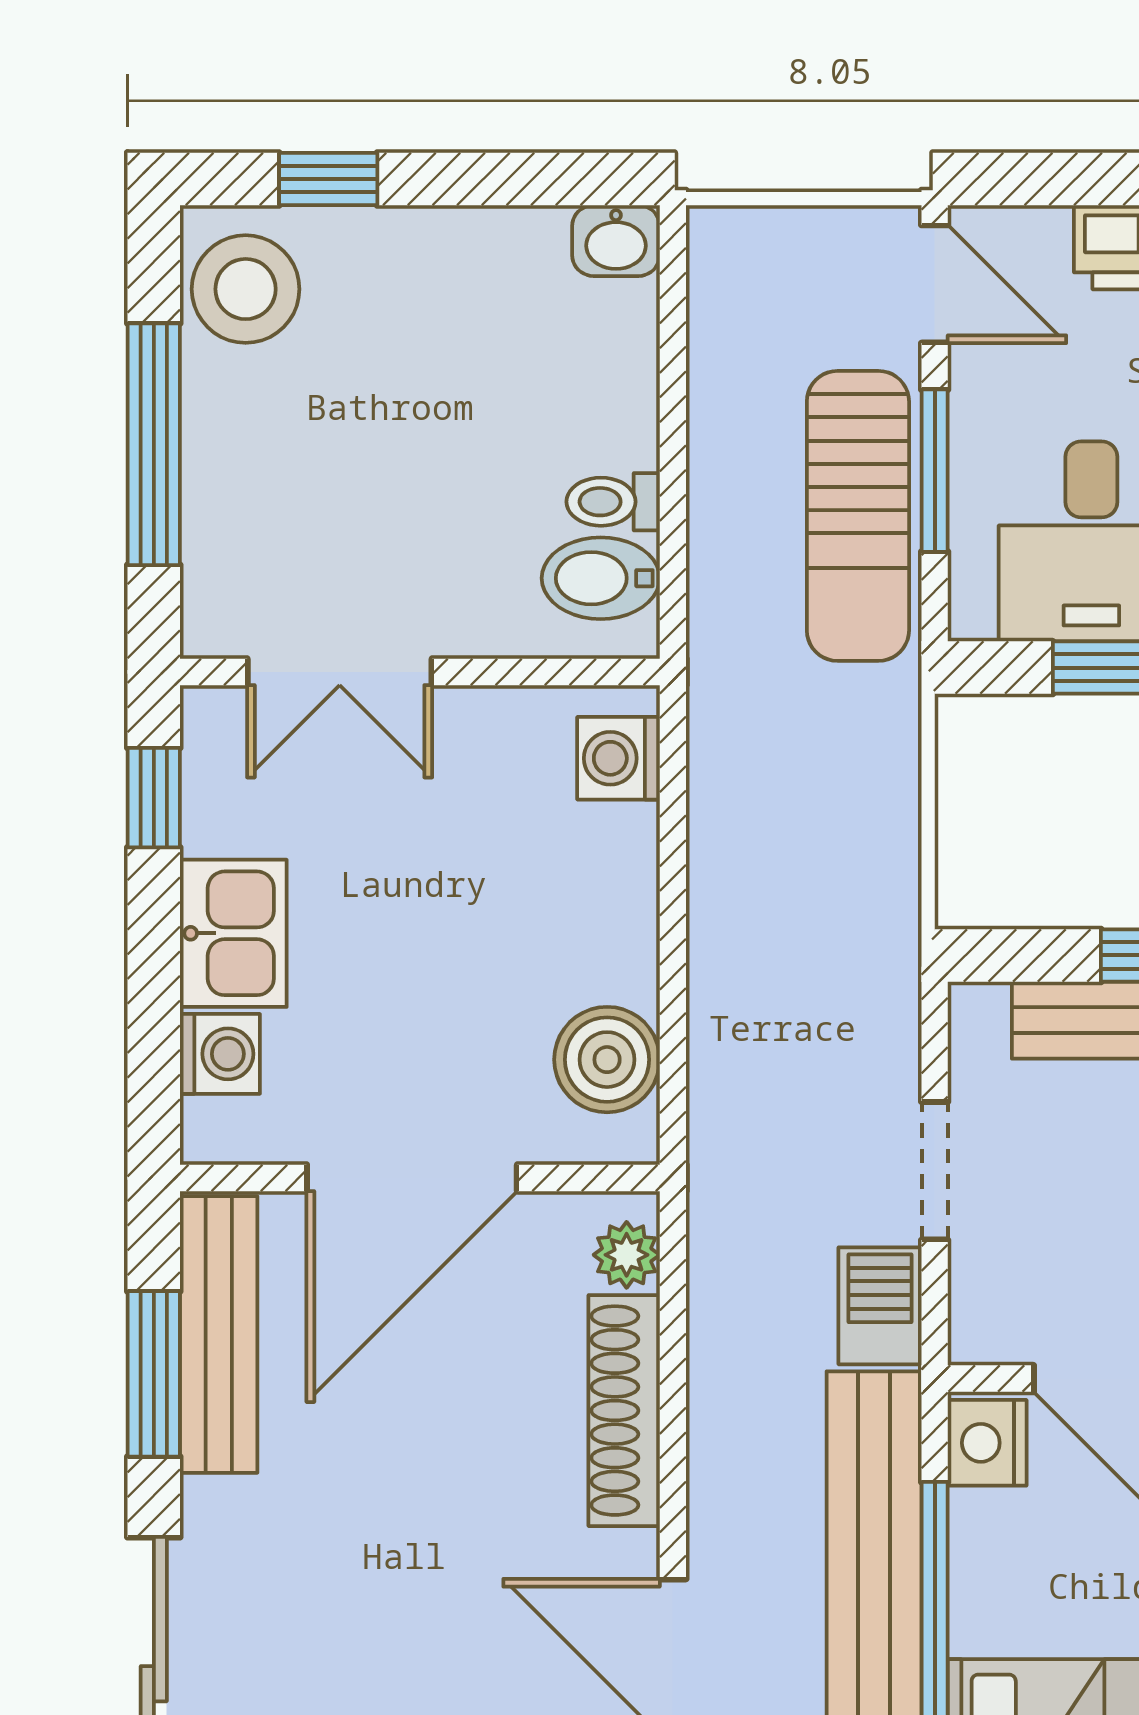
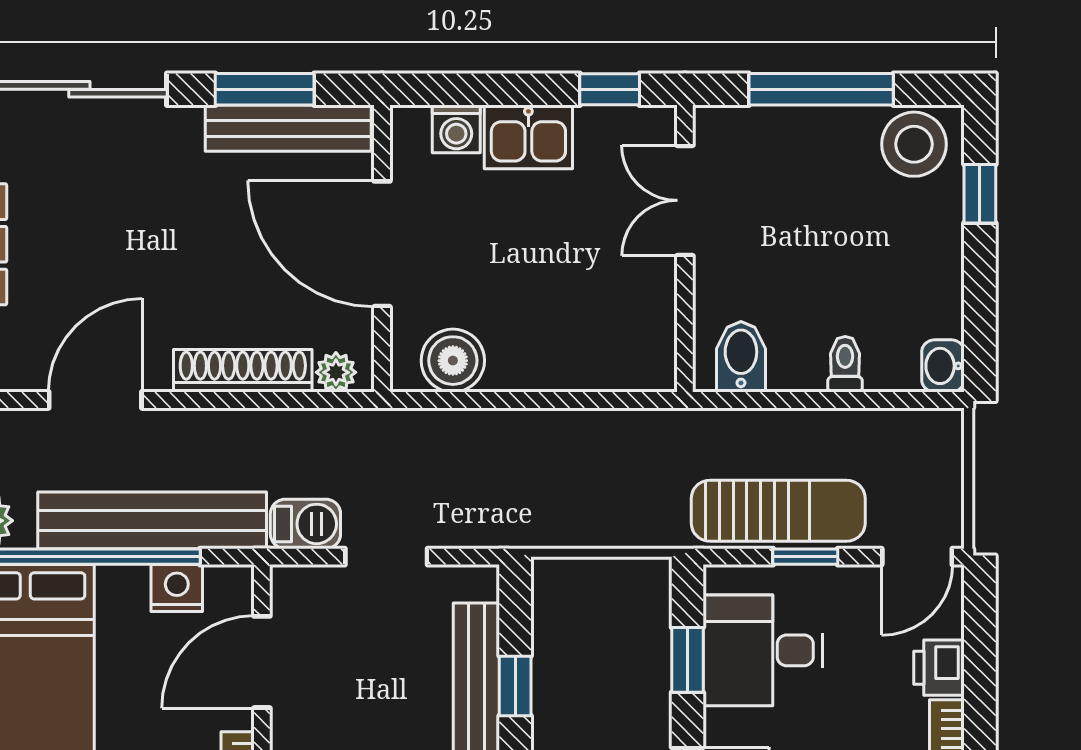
window: (935, 471) -> (805, 557), width x0.67
toilet: (613, 502) -> (845, 364), moved
sun lounger: (858, 516) -> (778, 511), turned 180
washing machine: (619, 758) -> (633, 367), removed
nightstand: (987, 1443) -> (177, 588), moved

